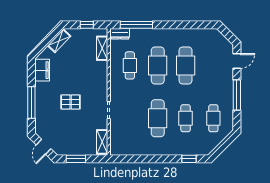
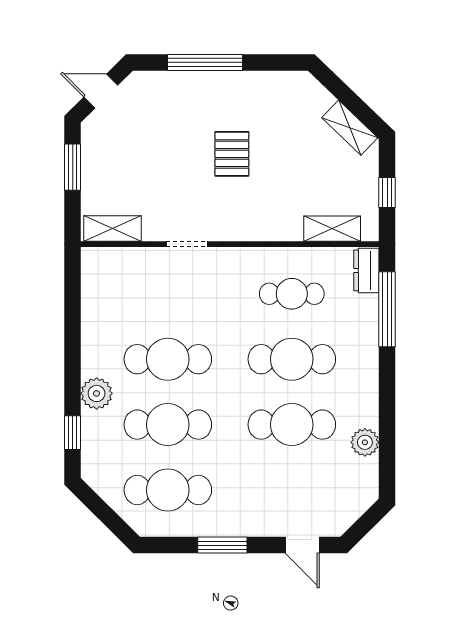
plant: (193, 34) -> (365, 442), added
filing cabinet: (42, 70) -> (281, 88), removed
window: (237, 95) -> (222, 545), width x0.69
pallet: (71, 102) -> (232, 154), moved
cafe table: (186, 118) -> (168, 425), width x1.37, depth x1.35
cafe table: (213, 118) -> (168, 490), width x1.37, depth x1.35
plant: (172, 149) -> (97, 393), added

